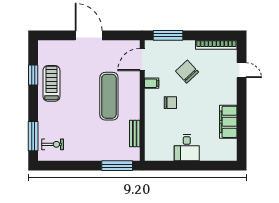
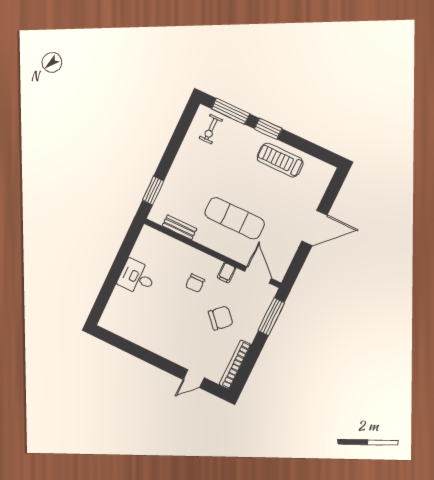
window: (33, 75) -> (268, 129), moved
treadmill: (51, 83) -> (280, 160), turned 180
filing cabinet: (228, 122) -> (144, 337), removed
window: (117, 166) -> (153, 191), width x0.69

